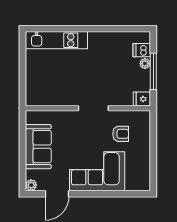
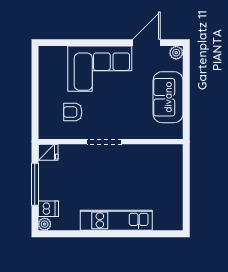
kitchen unit: (56, 40) -> (116, 220), moved
plant: (145, 64) -> (45, 224), moved

